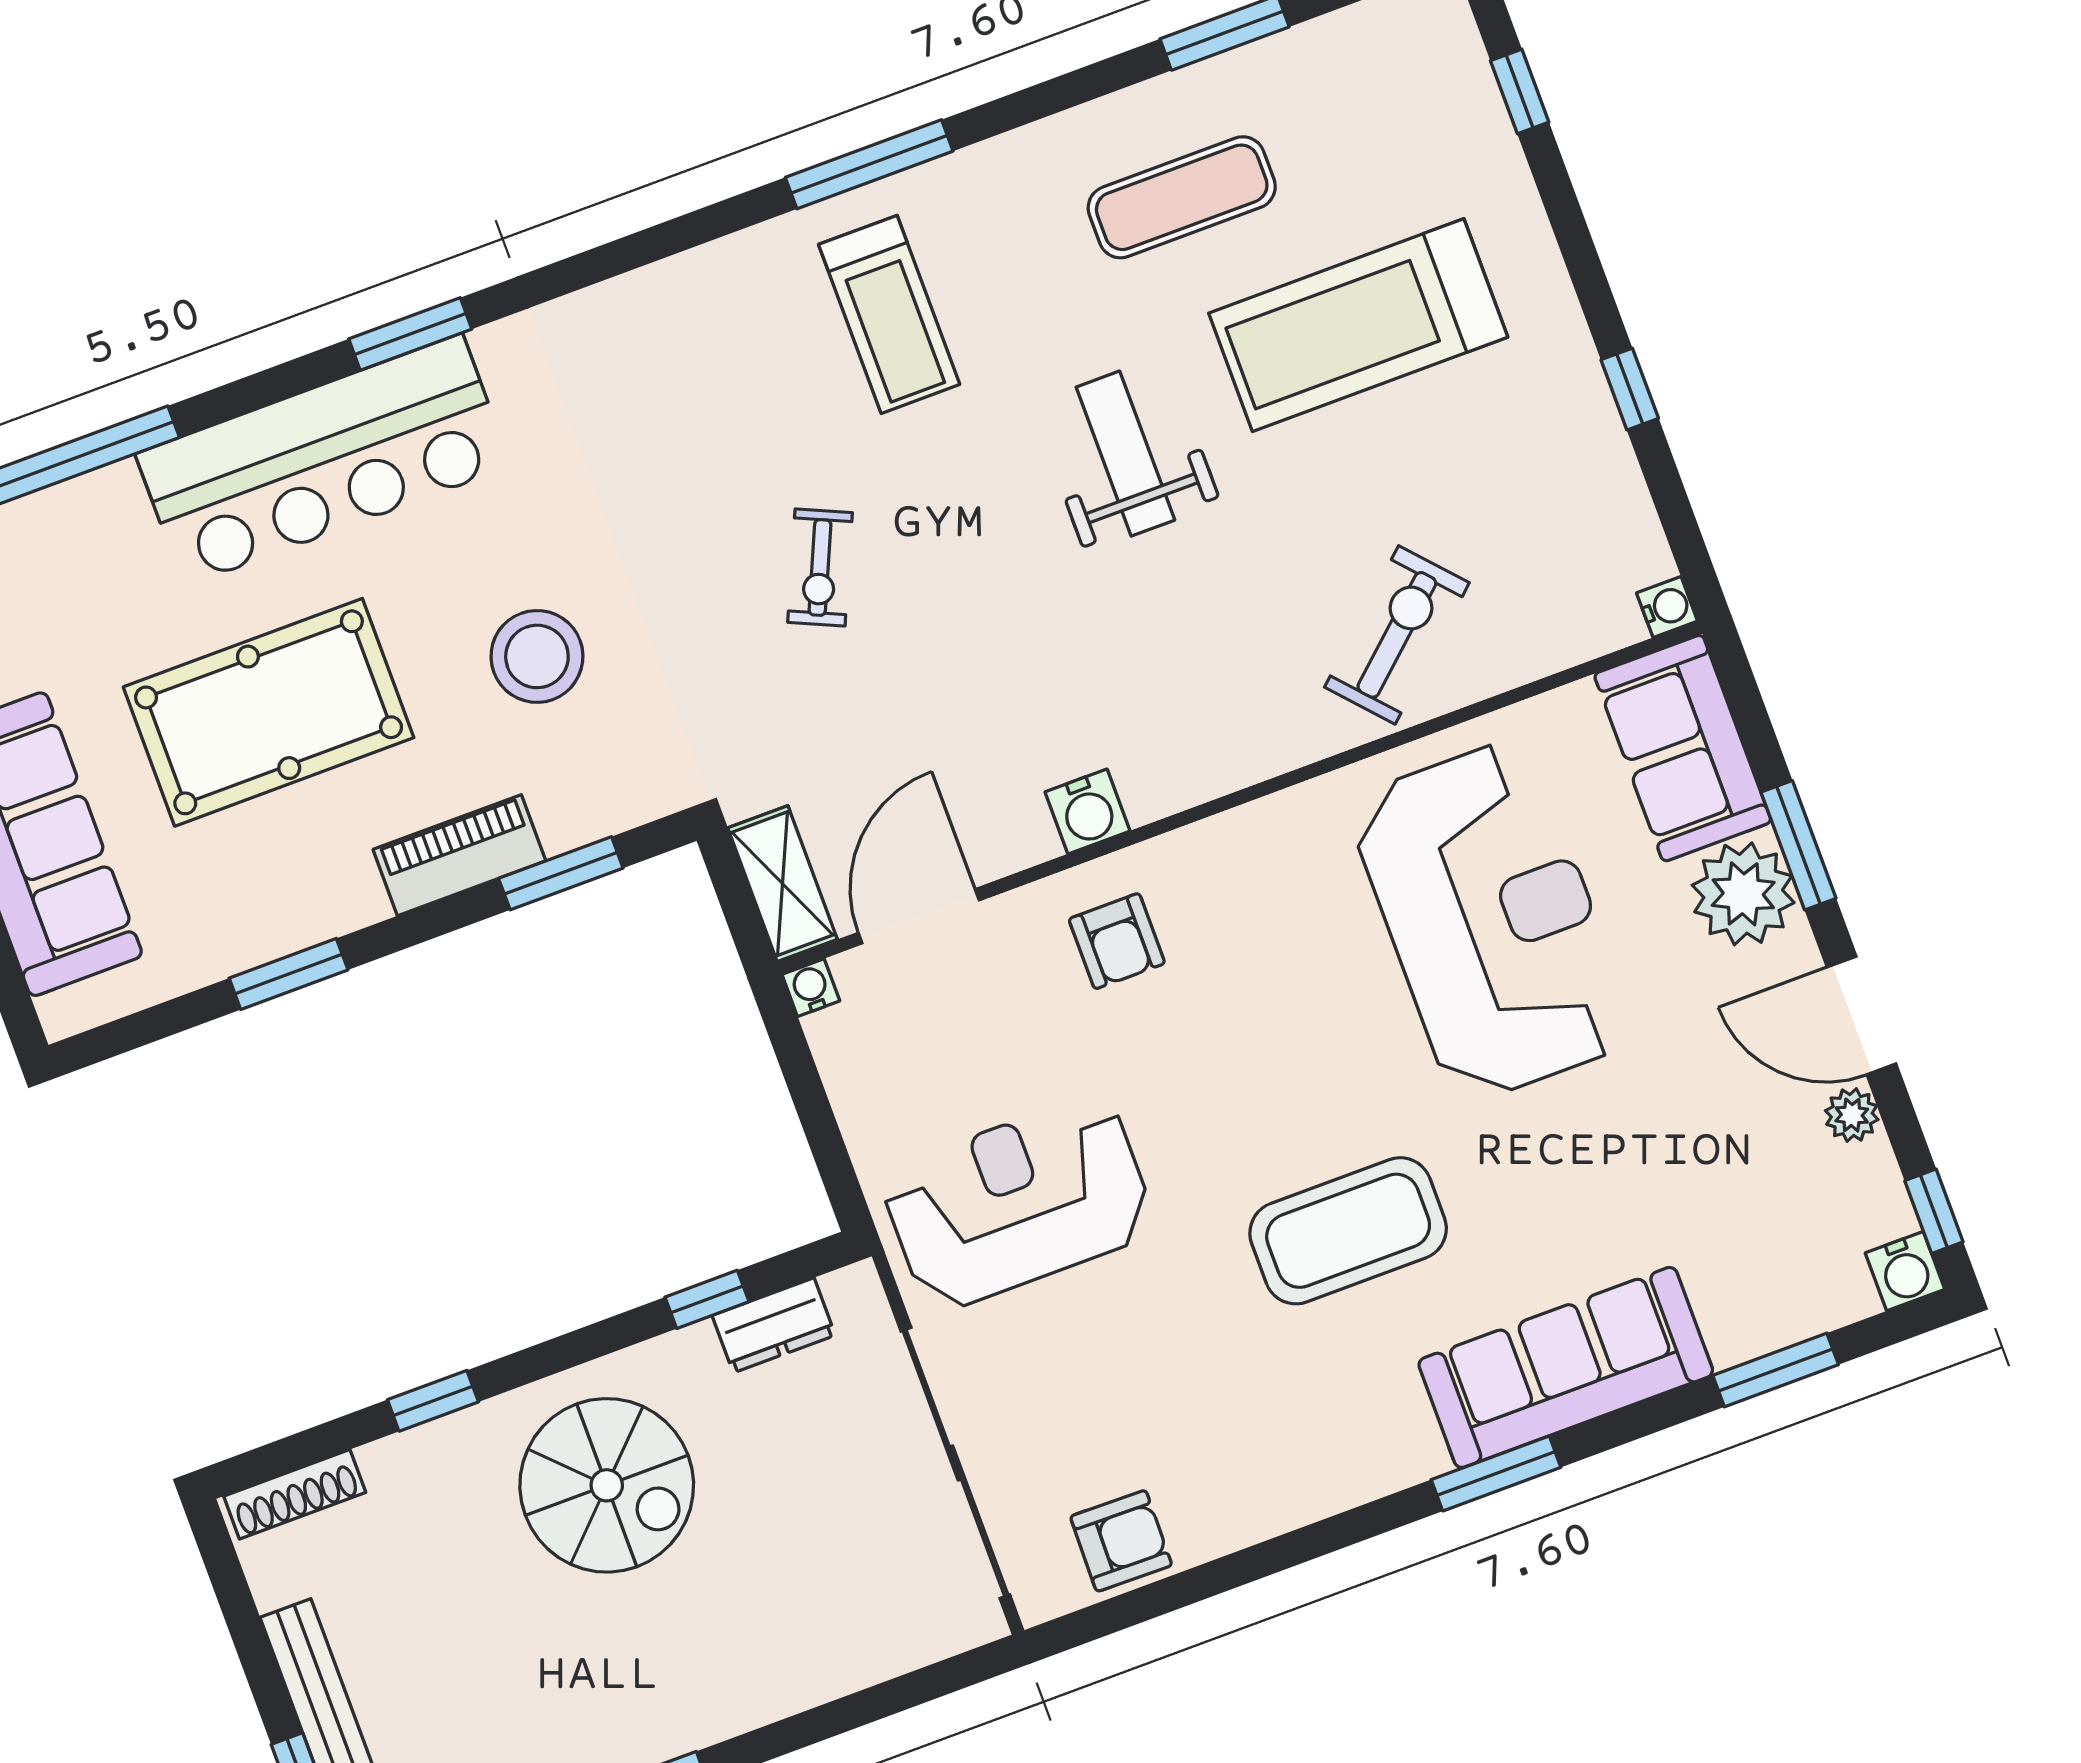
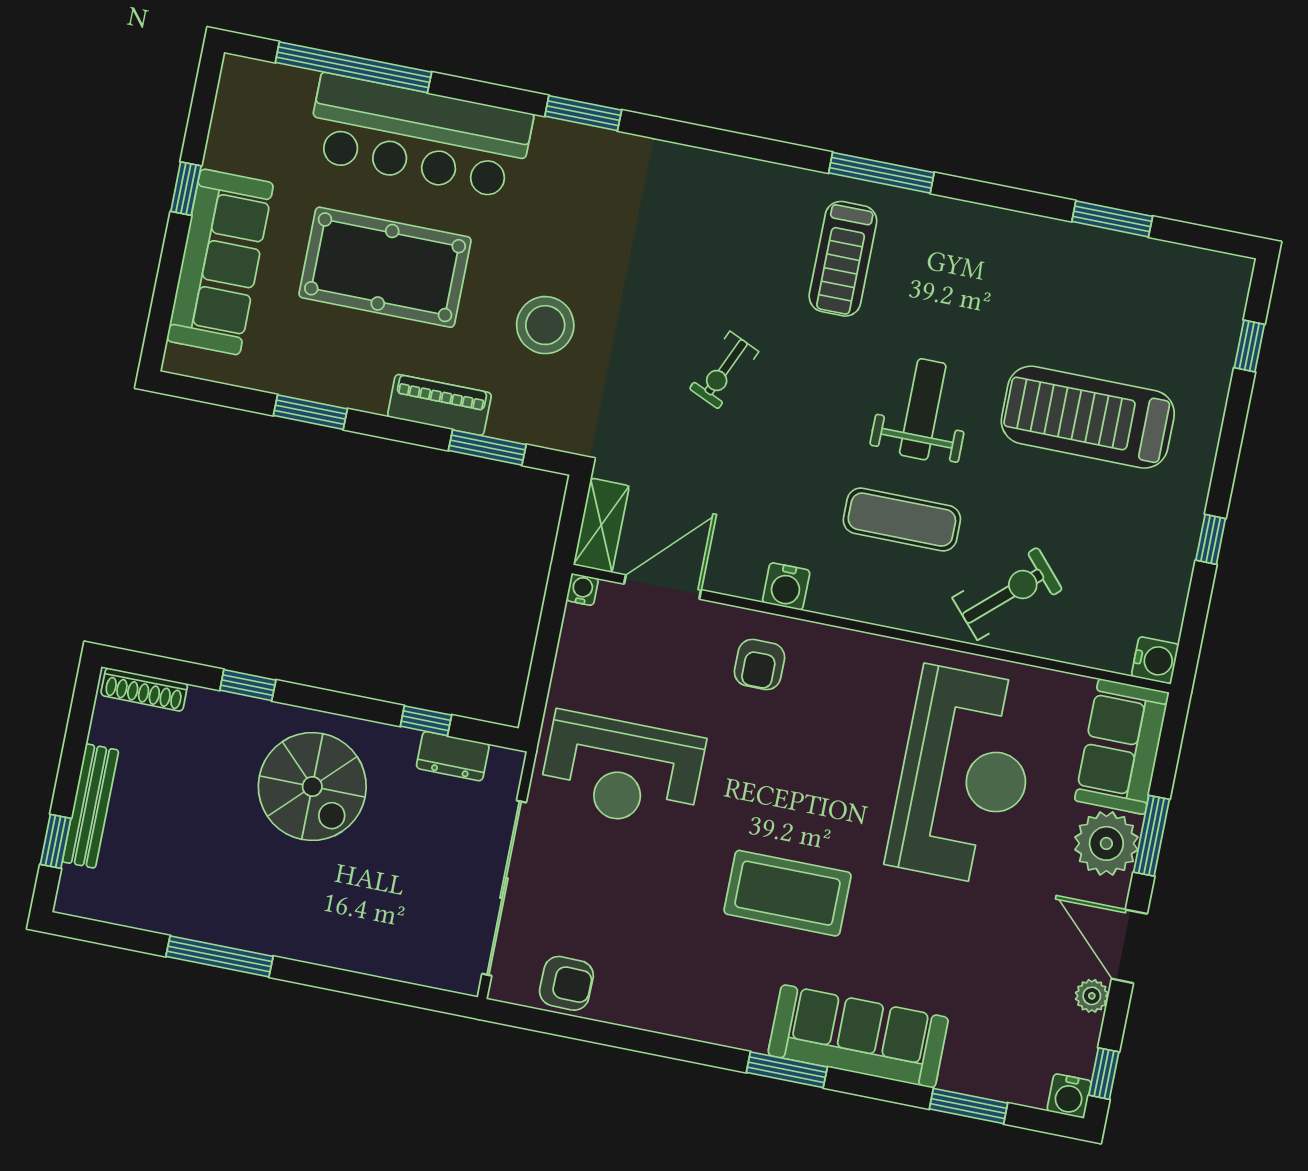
exercise mat: (1182, 197) -> (902, 520), moved
bar counter: (323, 460) -> (419, 136), moved
water cooler: (1667, 607) -> (1155, 660), width x1.38, depth x1.38
reception desk: (1018, 1203) -> (622, 771), turned 180

